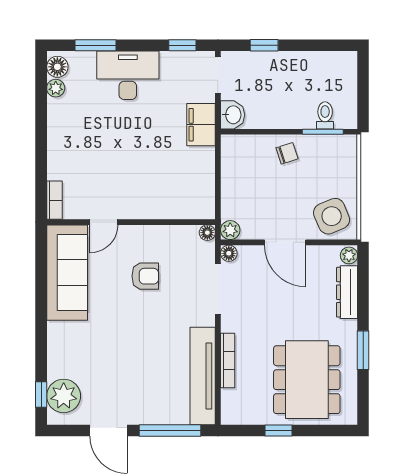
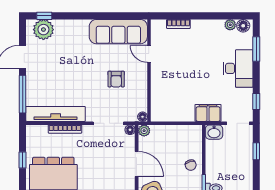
bookcase: (54, 200) -> (178, 24), moved
door: (285, 242) -> (137, 164), swing flipped

